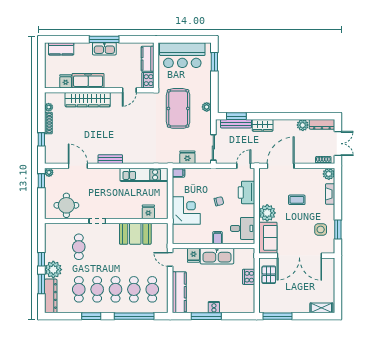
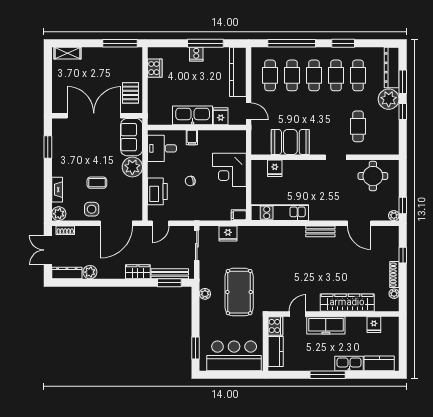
kitchen sink: (104, 49) -> (349, 363), moved
freezer: (88, 81) -> (326, 325), moved
side table: (321, 229) -> (92, 209), moved
cooker: (249, 277) -> (155, 68), moved

